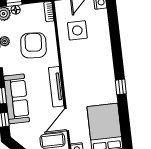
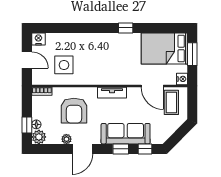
armchair: (33, 45) -> (74, 111), turned -94
tv unit: (56, 87) -> (112, 93), width x0.71

